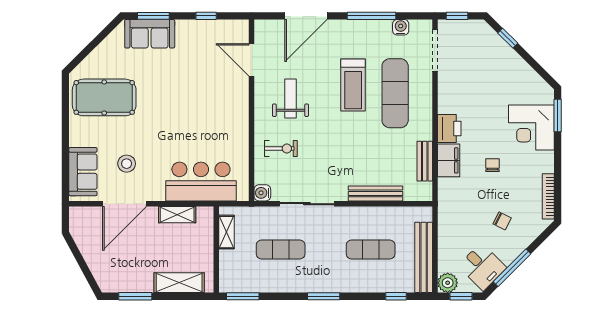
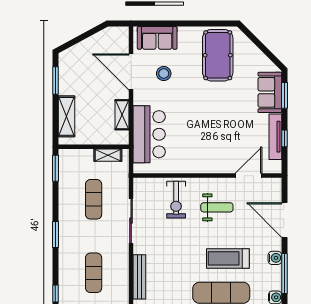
tv unit: (204, 27) -> (275, 137), added
exercise bike: (281, 149) -> (176, 200), width x1.38, depth x1.39
water cooler: (262, 193) -> (275, 258), moved, turned 90

